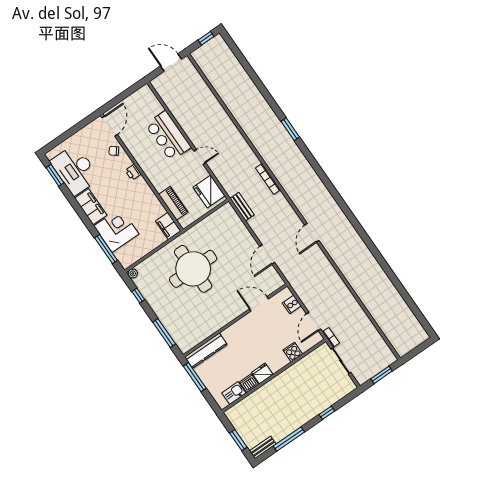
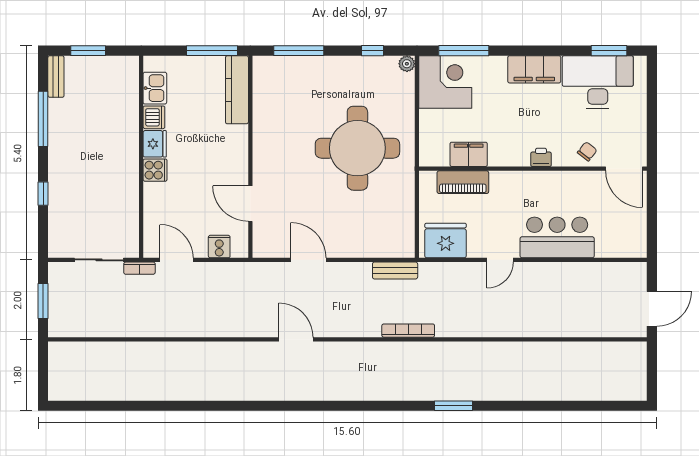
window: (206, 38) -> (652, 378), removed
filing cabinet: (168, 226) -> (469, 154), moved
corner desk: (116, 230) -> (445, 82), moved, turned -90
door: (259, 304) -> (250, 204), swing flipped
cooker: (293, 352) -> (155, 170), moved

